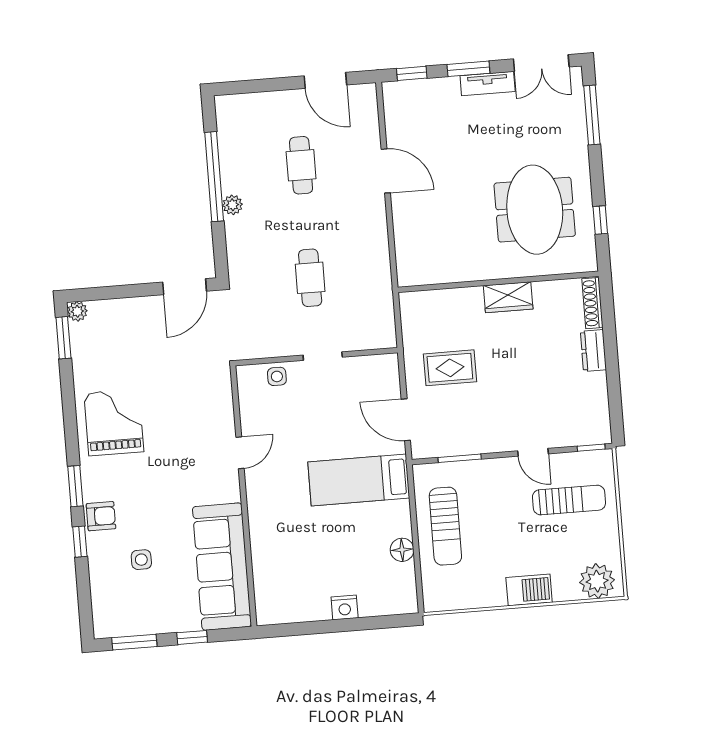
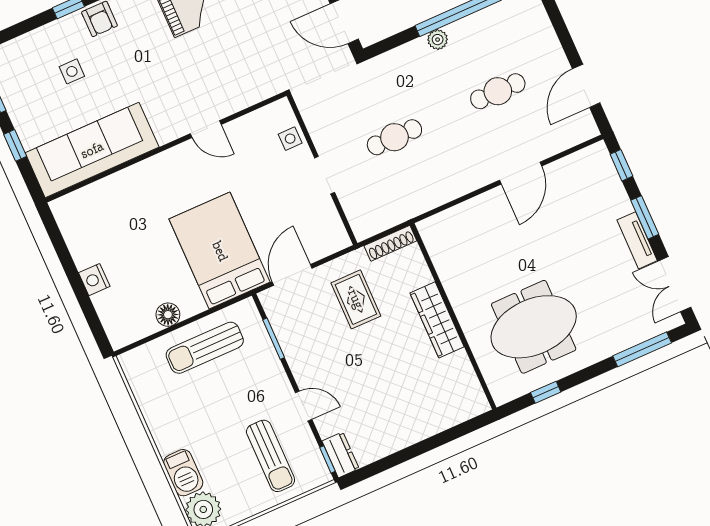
wardrobe: (508, 297) -> (437, 320), width x1.50
shoe rack: (592, 303) -> (390, 243), moved, turned 180
dresser: (593, 351) -> (341, 455), moved, turned 90
door: (533, 452) -> (304, 406), swing flipped
bed: (359, 480) -> (220, 251), width x1.50
barbecue: (529, 590) -> (183, 473), moved

